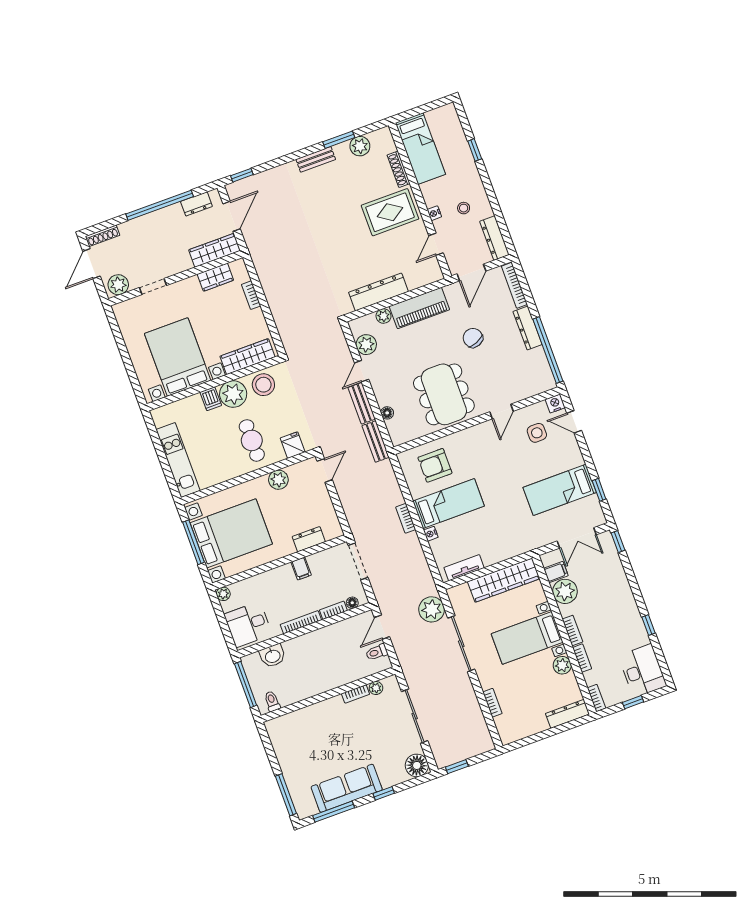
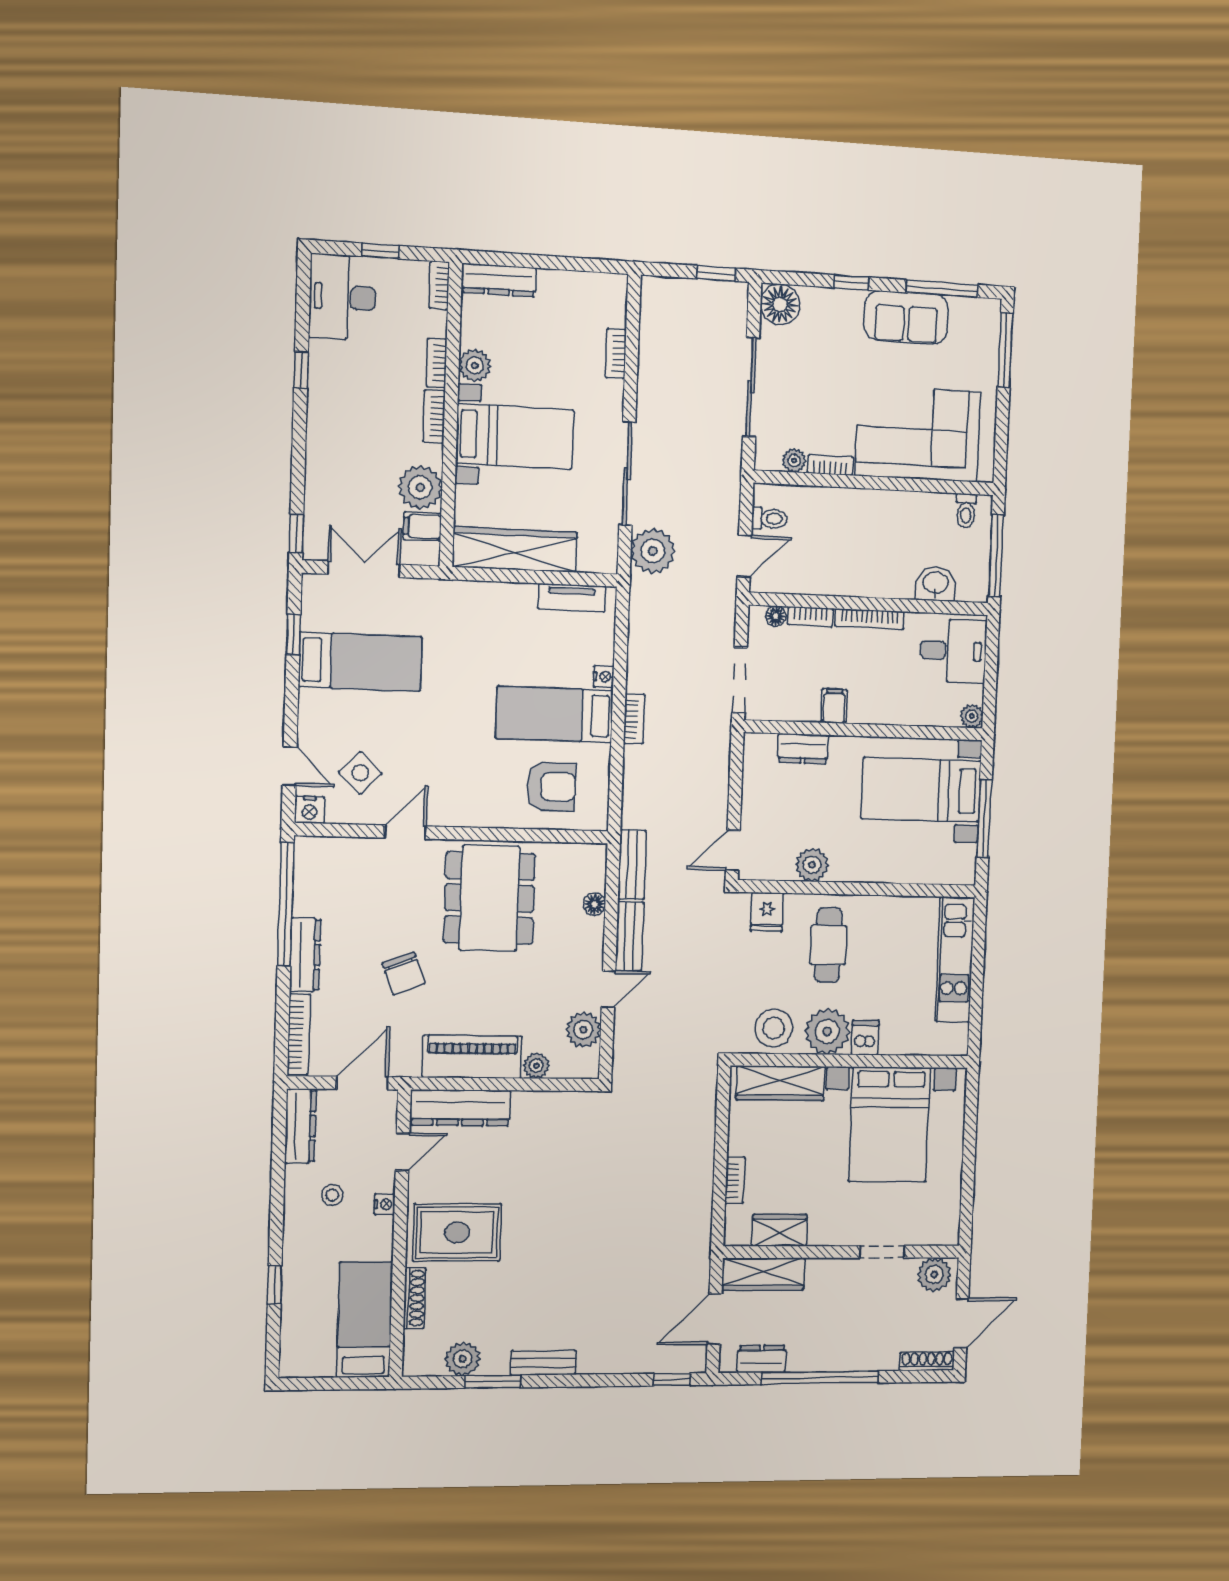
dresser: (378, 292) -> (460, 1108), moved
side table: (537, 433) -> (360, 773), turned 45
bed with nightstands: (231, 533) -> (921, 790), width x0.73
corner sofa: (315, 730) -> (918, 434), added
sofa: (347, 788) -> (906, 317), width x0.73

